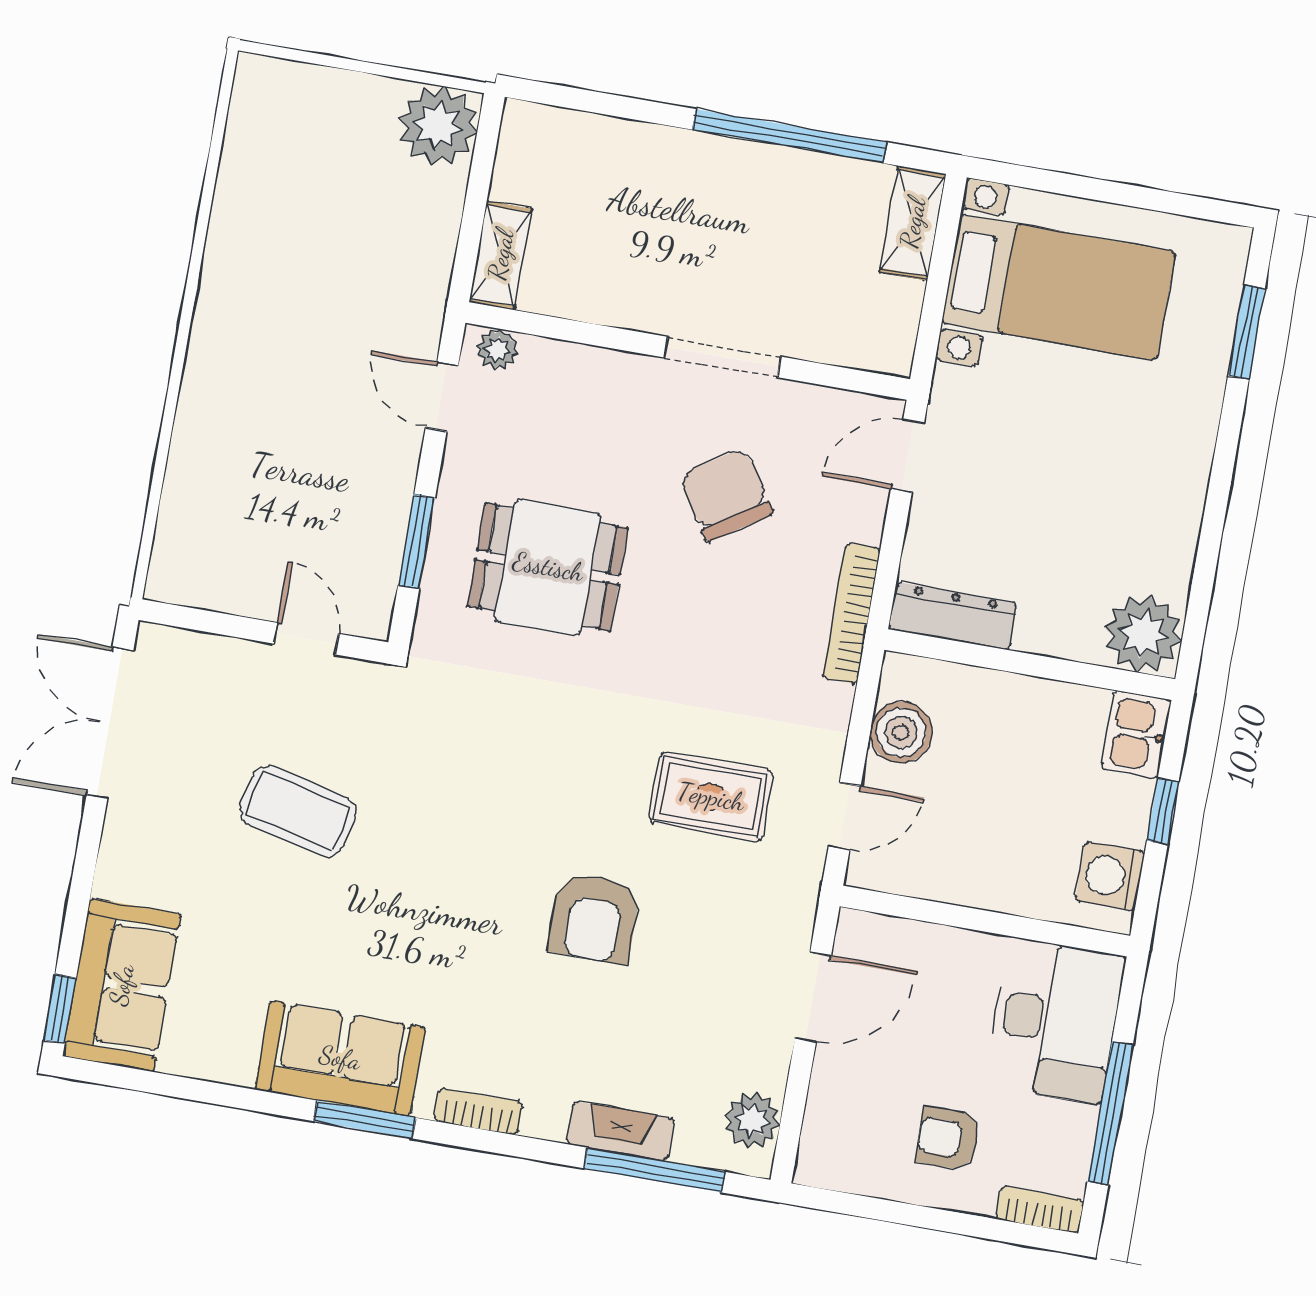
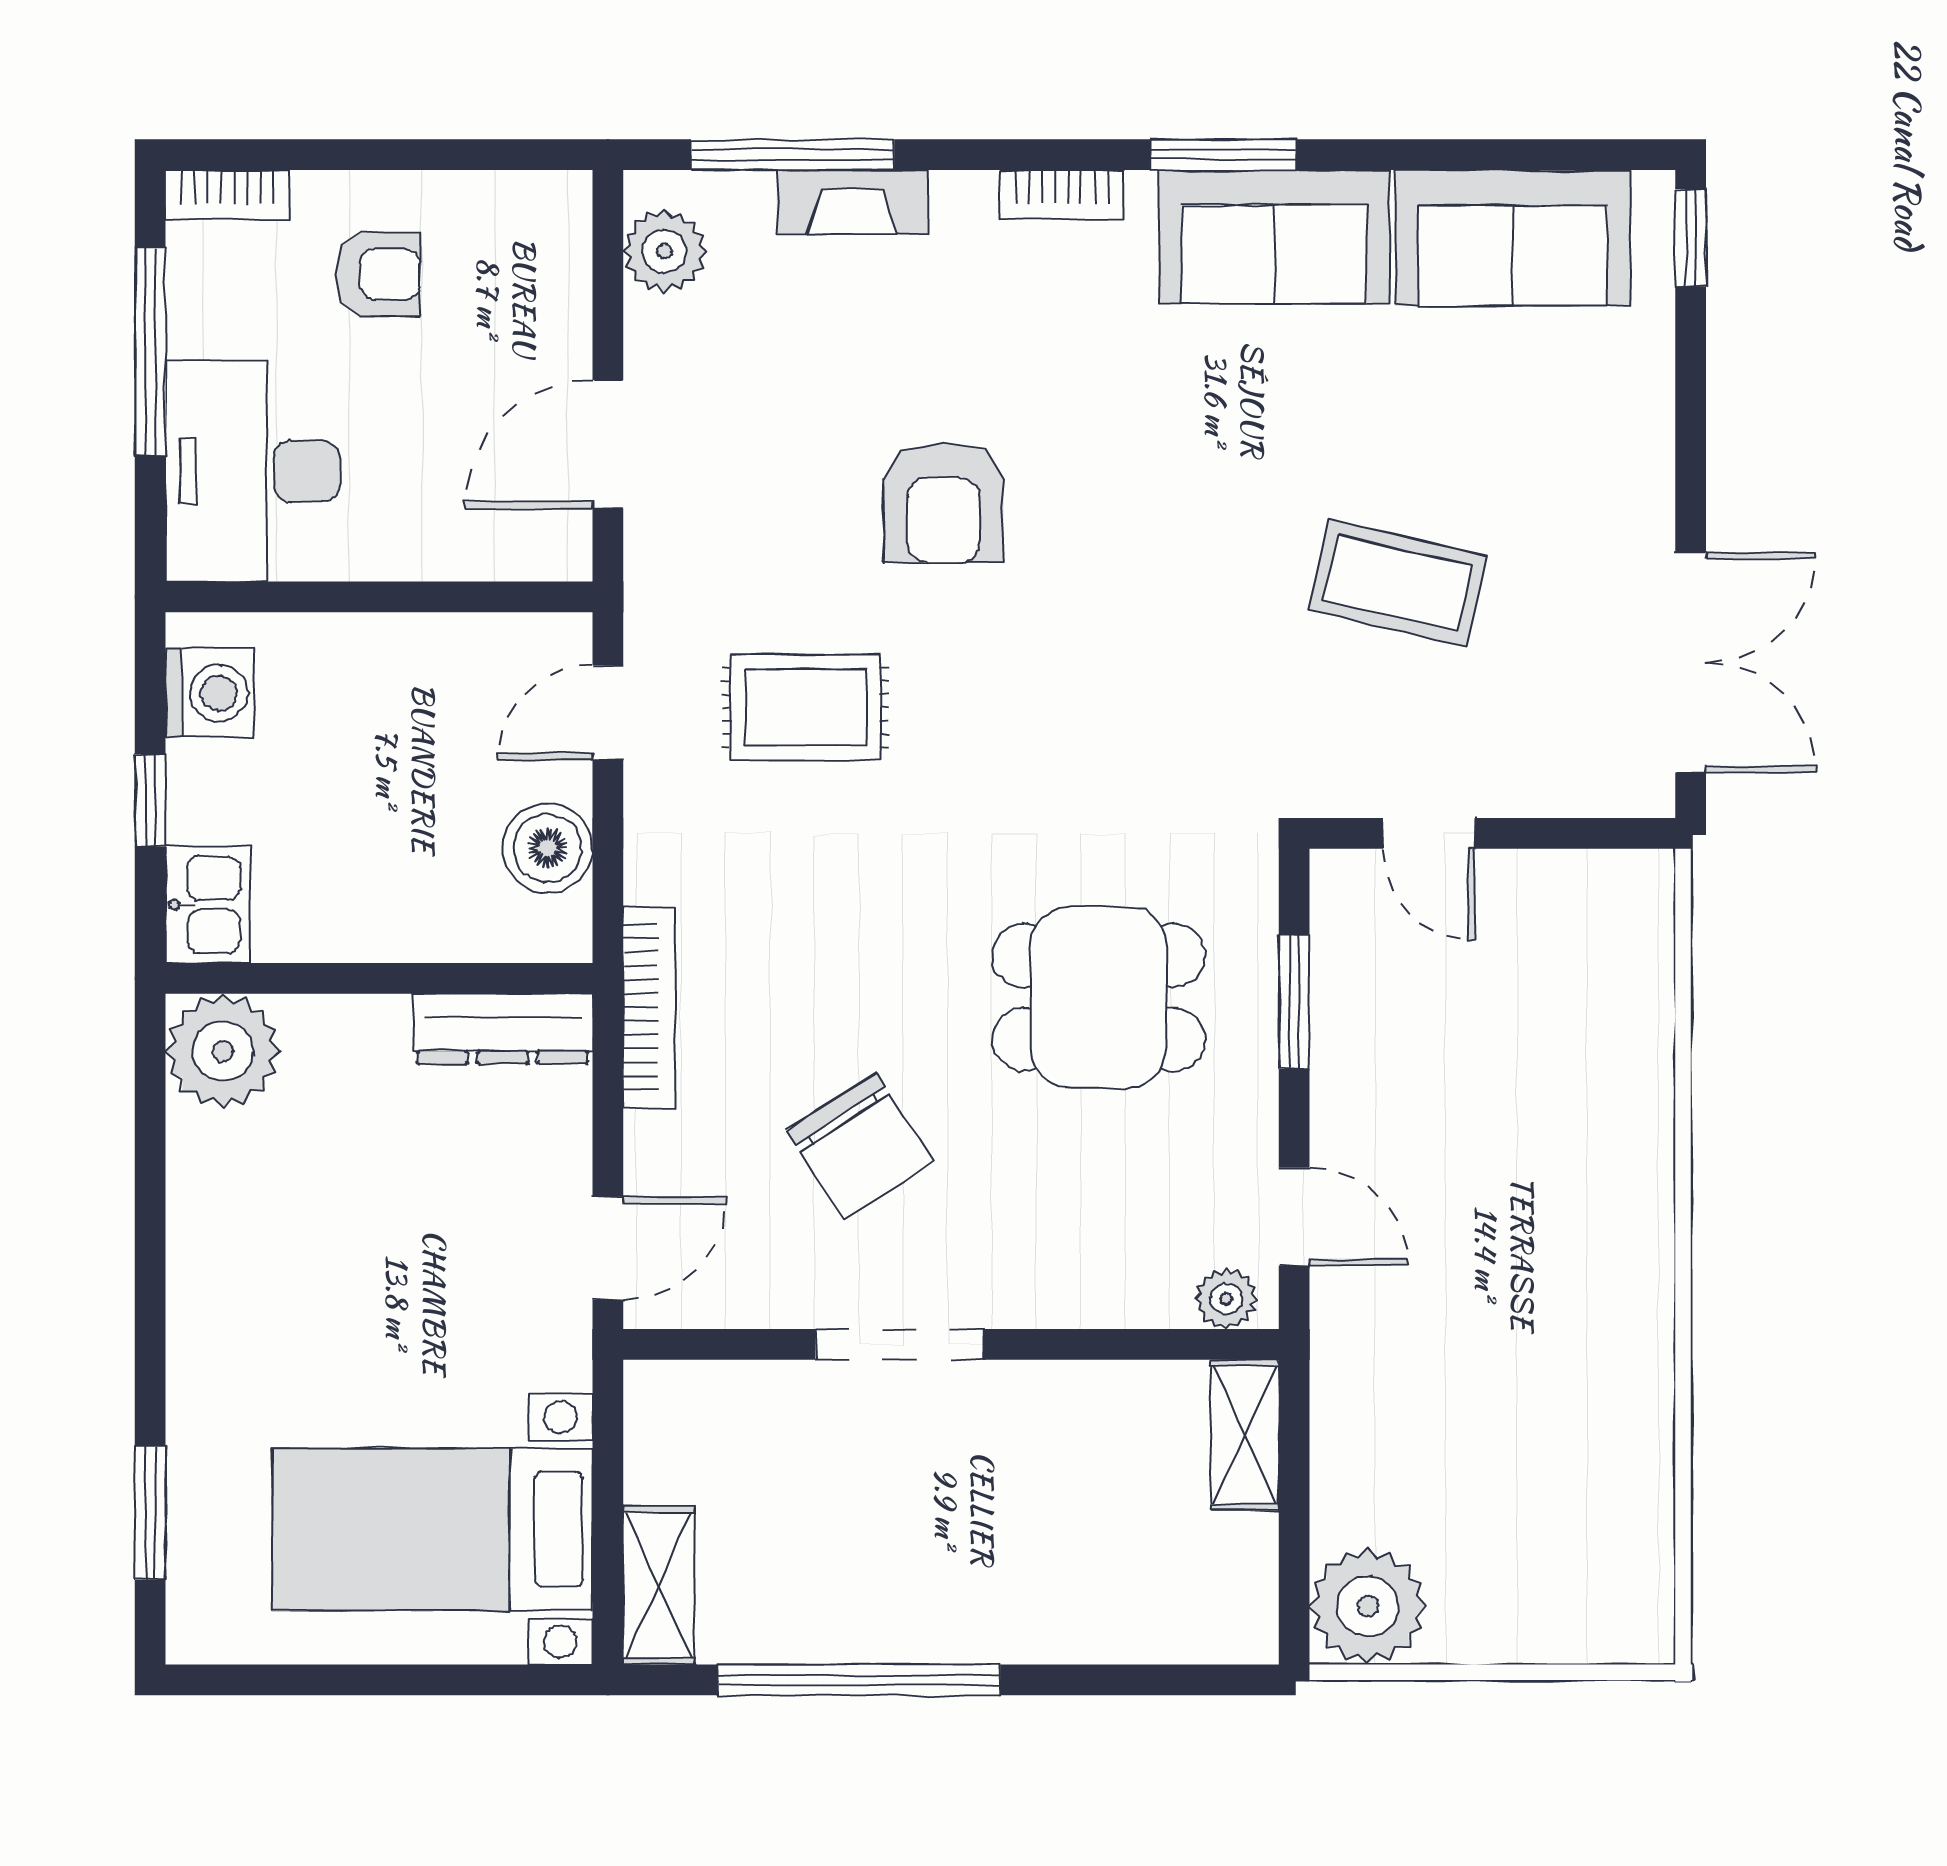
armchair: (594, 918) -> (943, 503), turned 180
sofa: (122, 985) -> (1513, 238), moved, turned -90

